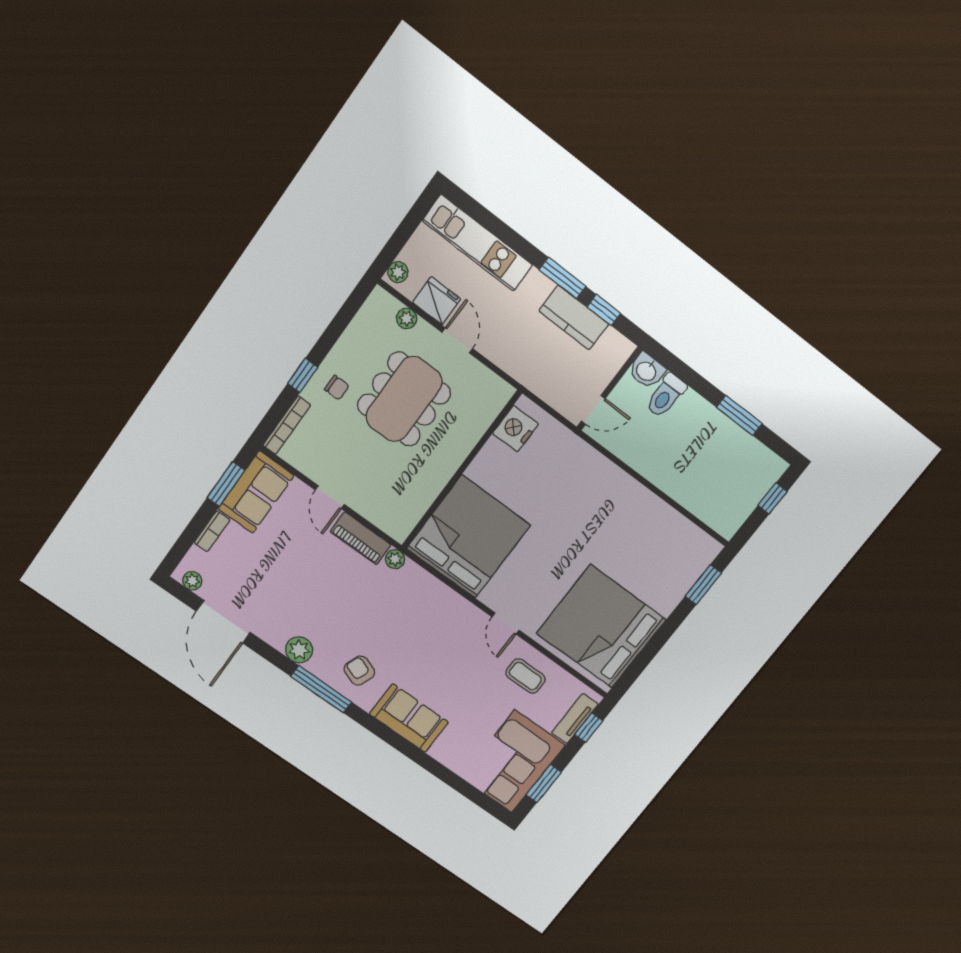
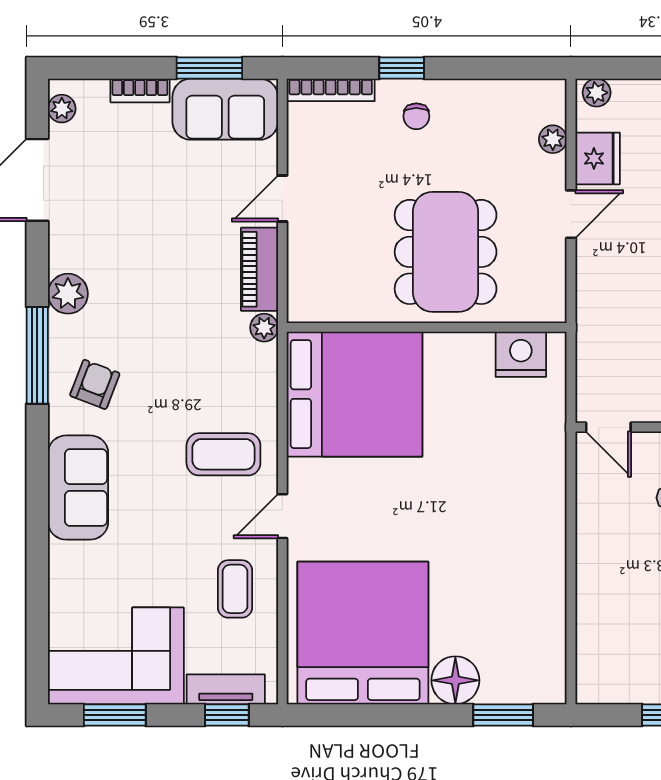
dining table: (404, 399) -> (446, 252), moved, turned 90
floor lamp: (665, 596) -> (455, 680), added
coffee table: (448, 630) -> (223, 454), added

